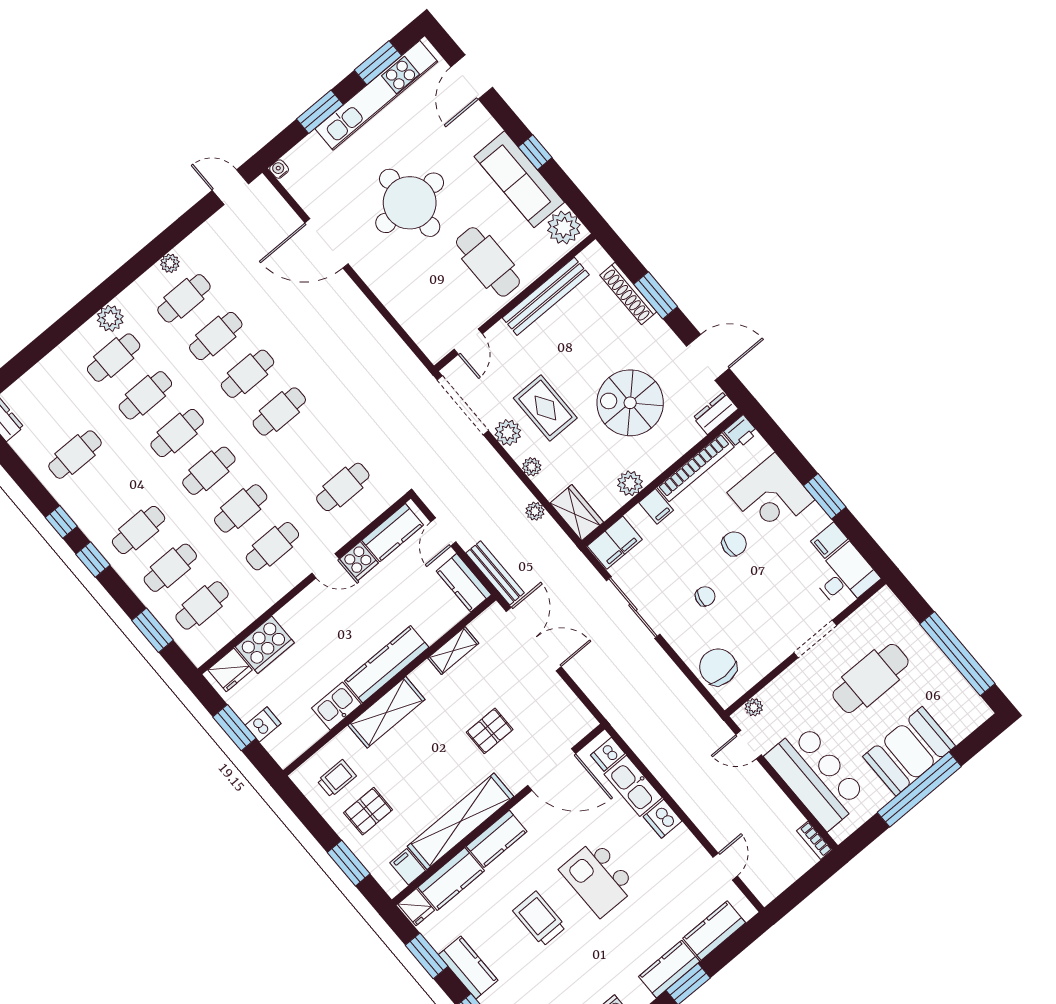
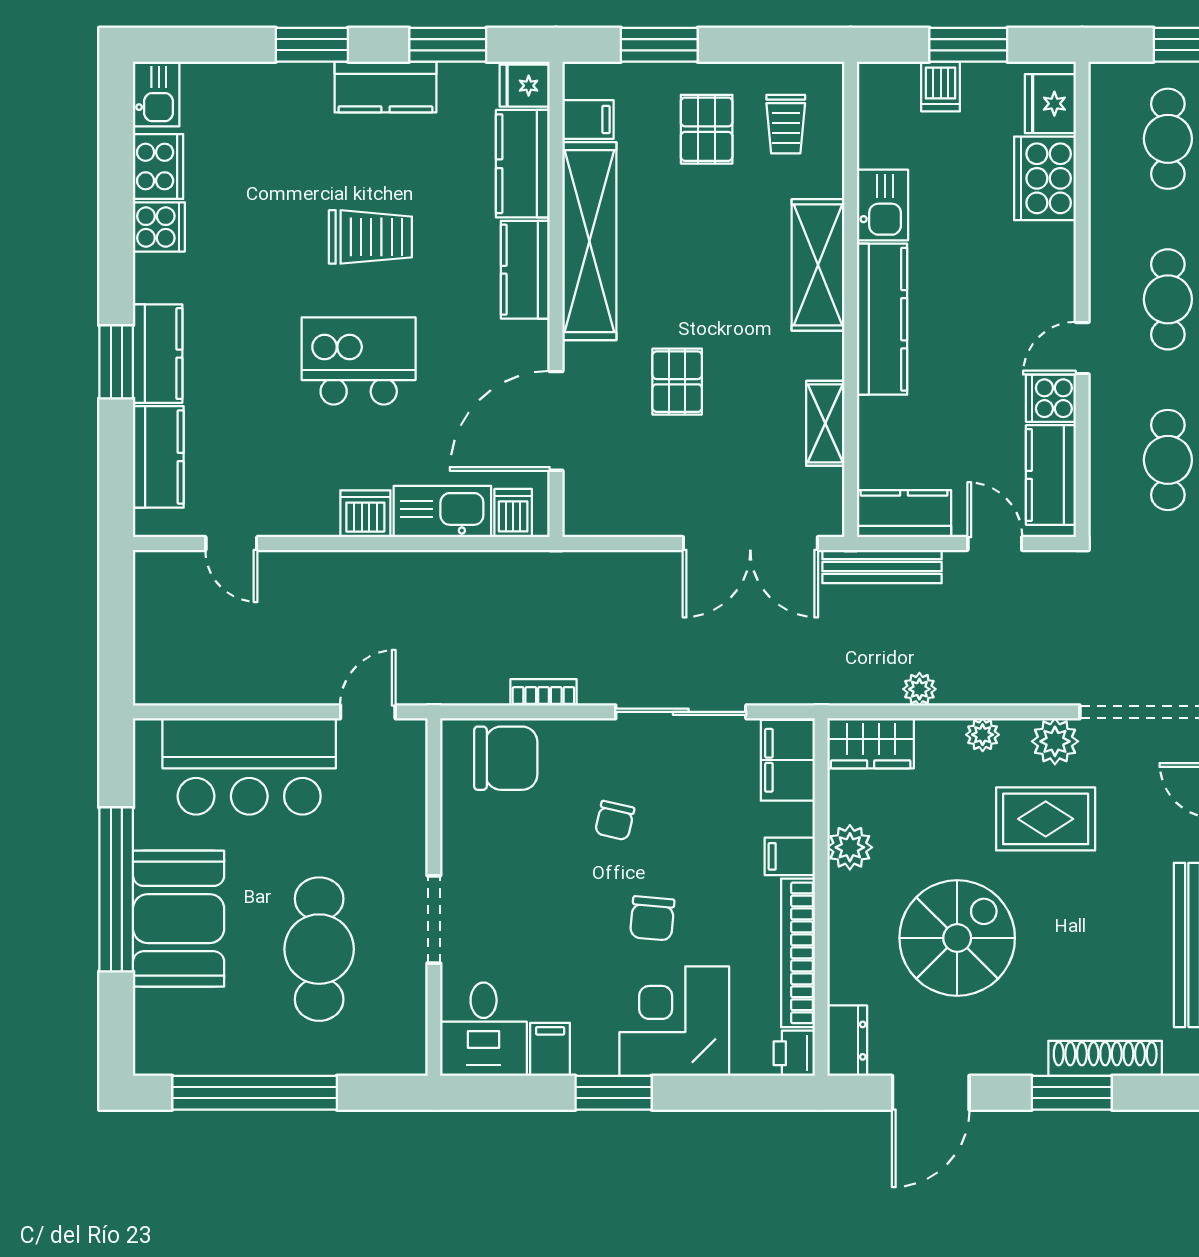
plant: (754, 707) -> (412, 761), removed
bookcase: (814, 840) -> (543, 692), moved

